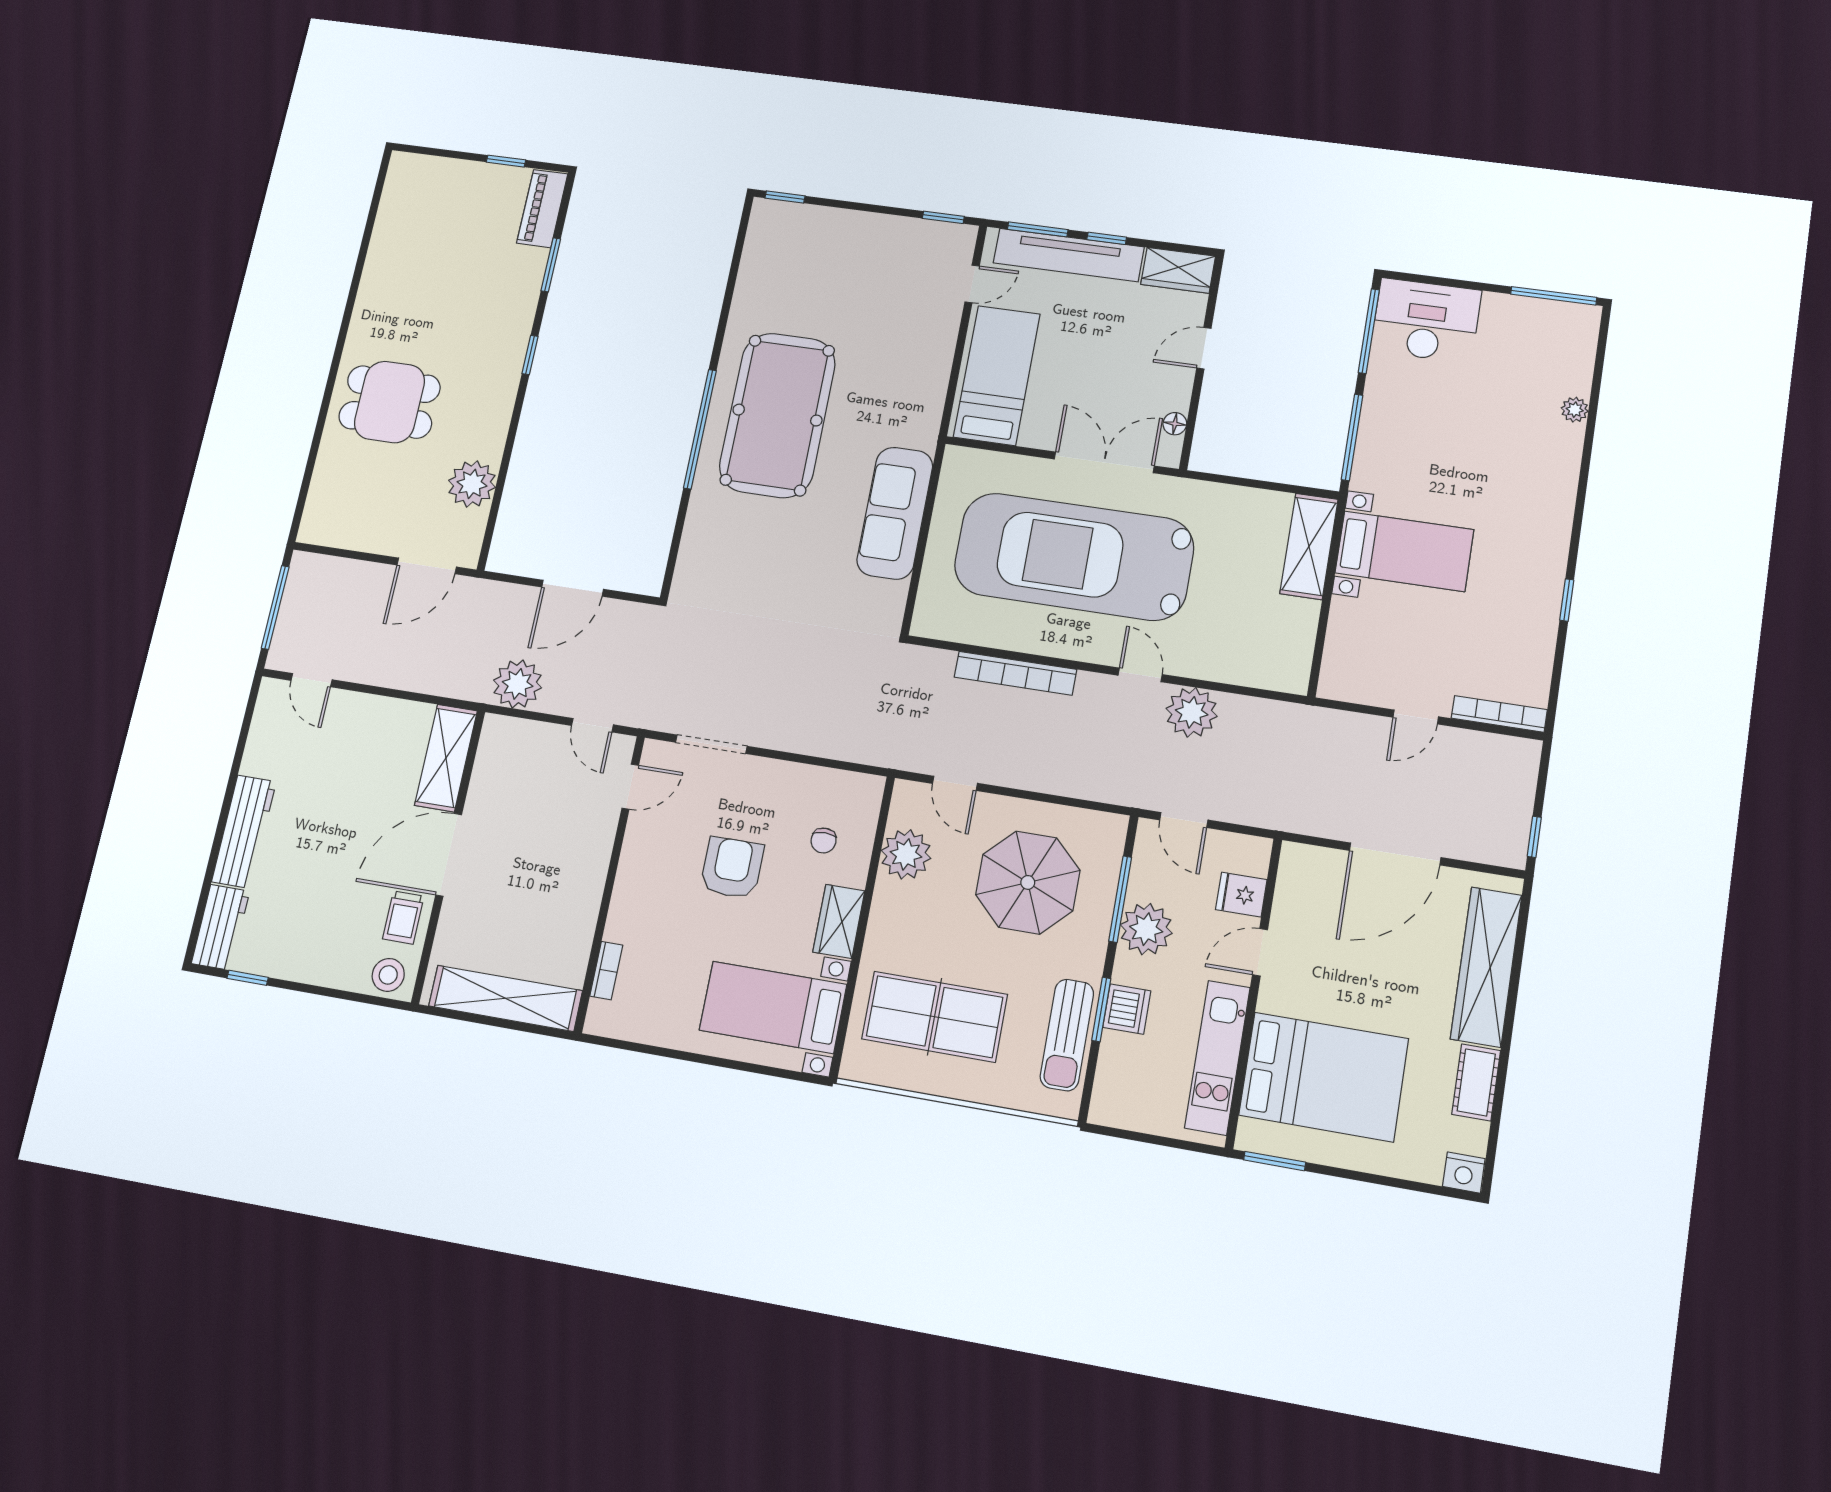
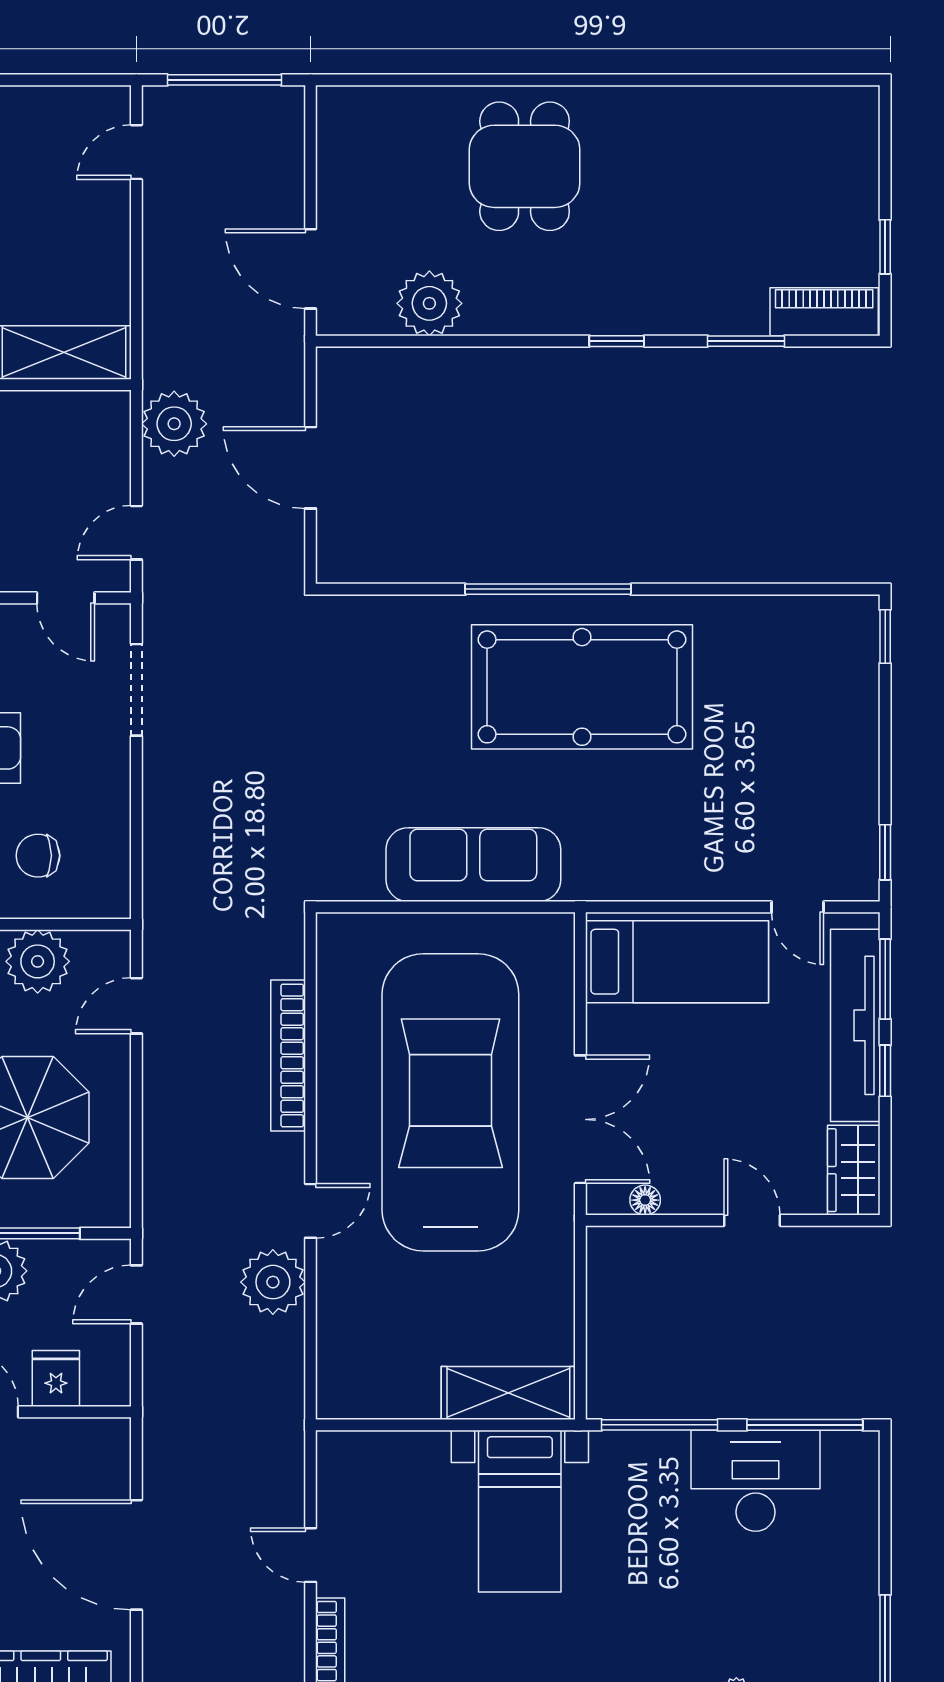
desk: (1426, 321) -> (756, 1481), moved, turned -90
chair: (824, 840) -> (38, 856), width x1.37, depth x1.37

